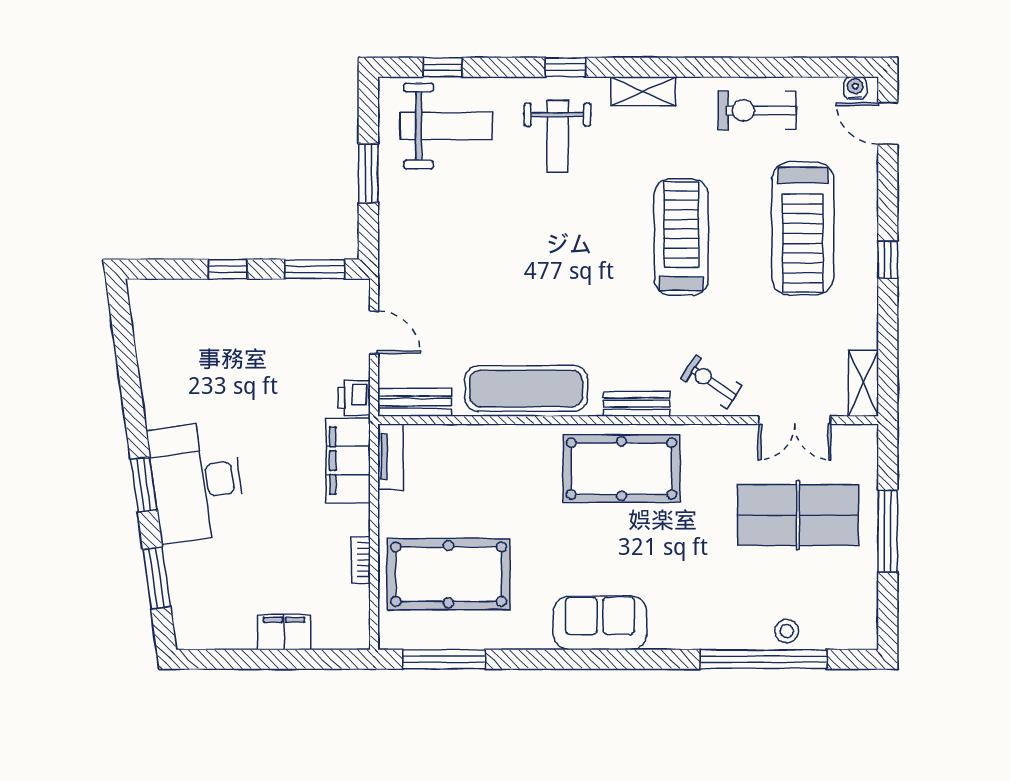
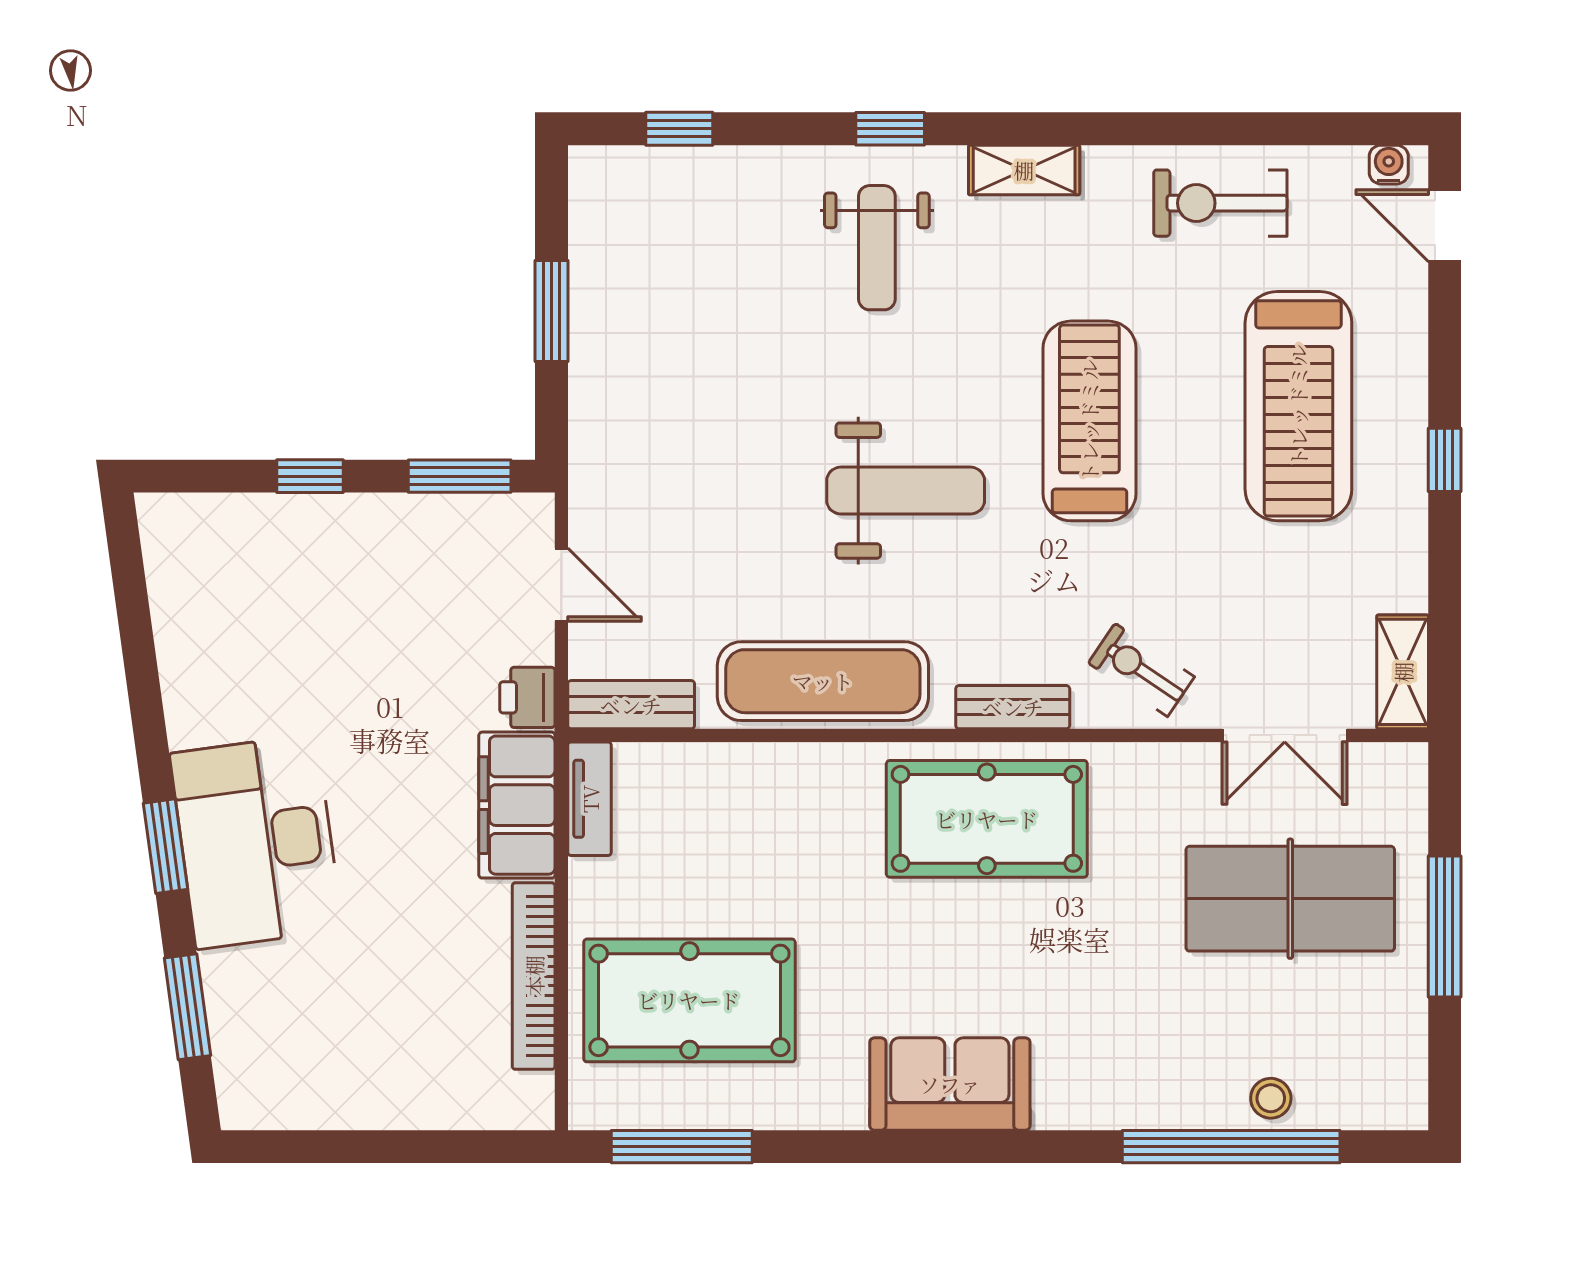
weight bench: (446, 126) -> (906, 491), moved
bookcase: (361, 560) -> (534, 976), width x2.31, depth x1.31
filing cabinet: (284, 632) -> (407, 1100), removed

